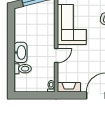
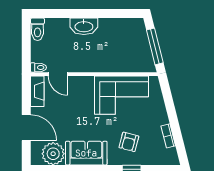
door: (56, 56) -> (58, 74), moved
toilet: (23, 69) -> (38, 29), moved

